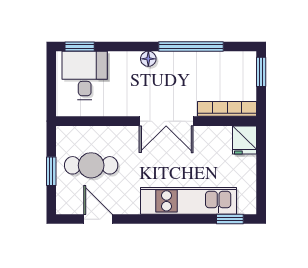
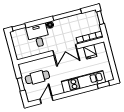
desk: (85, 75) -> (38, 36), moved
fridge: (245, 140) -> (90, 52), moved
door: (98, 219) -> (46, 100), hinge flipped

